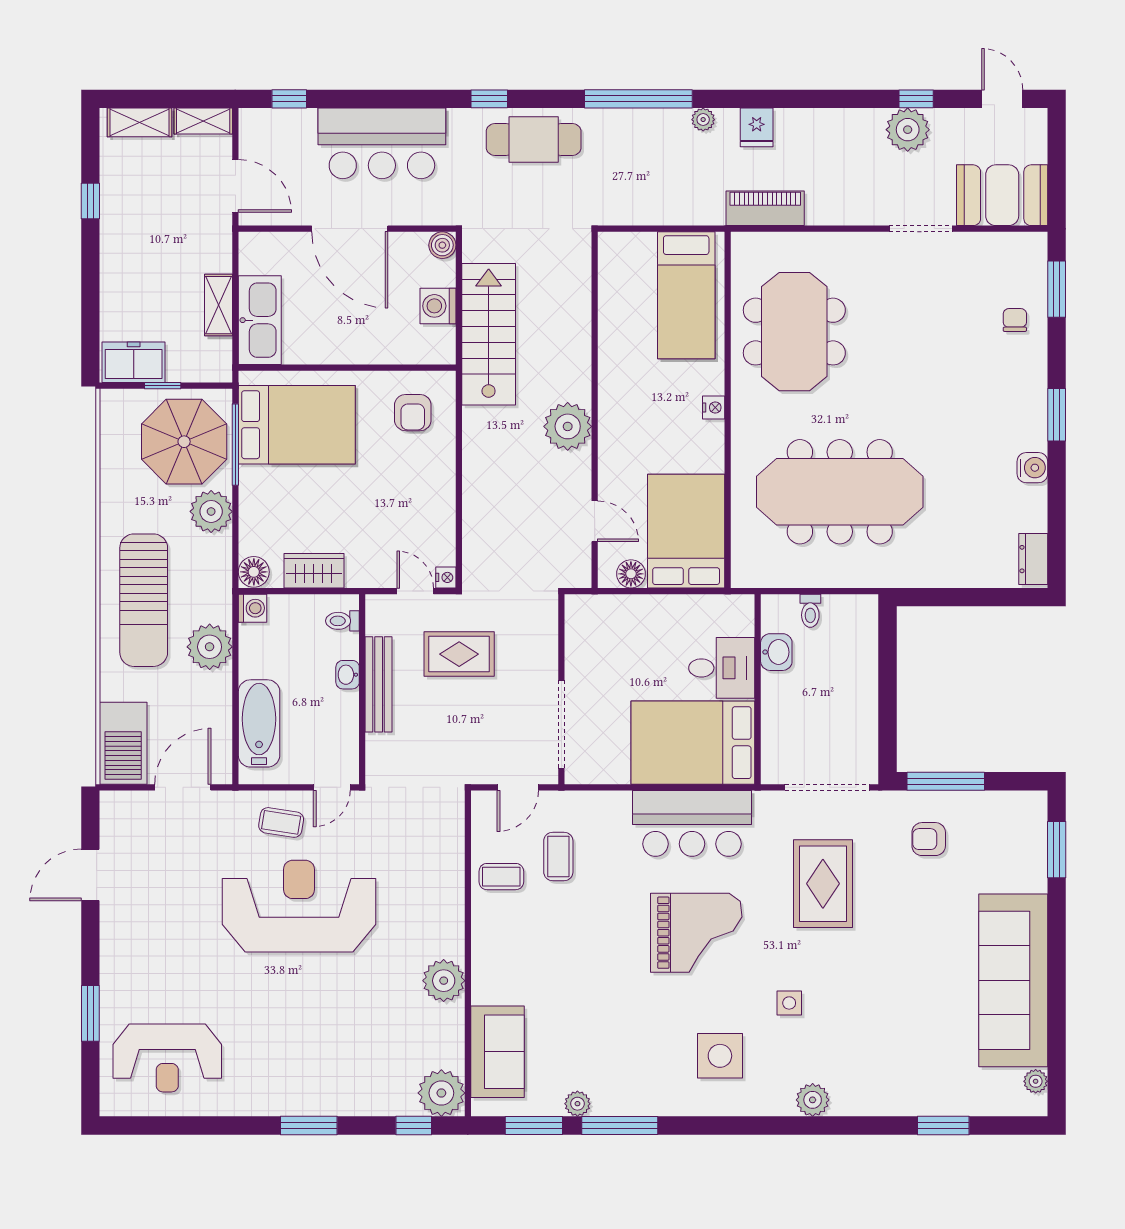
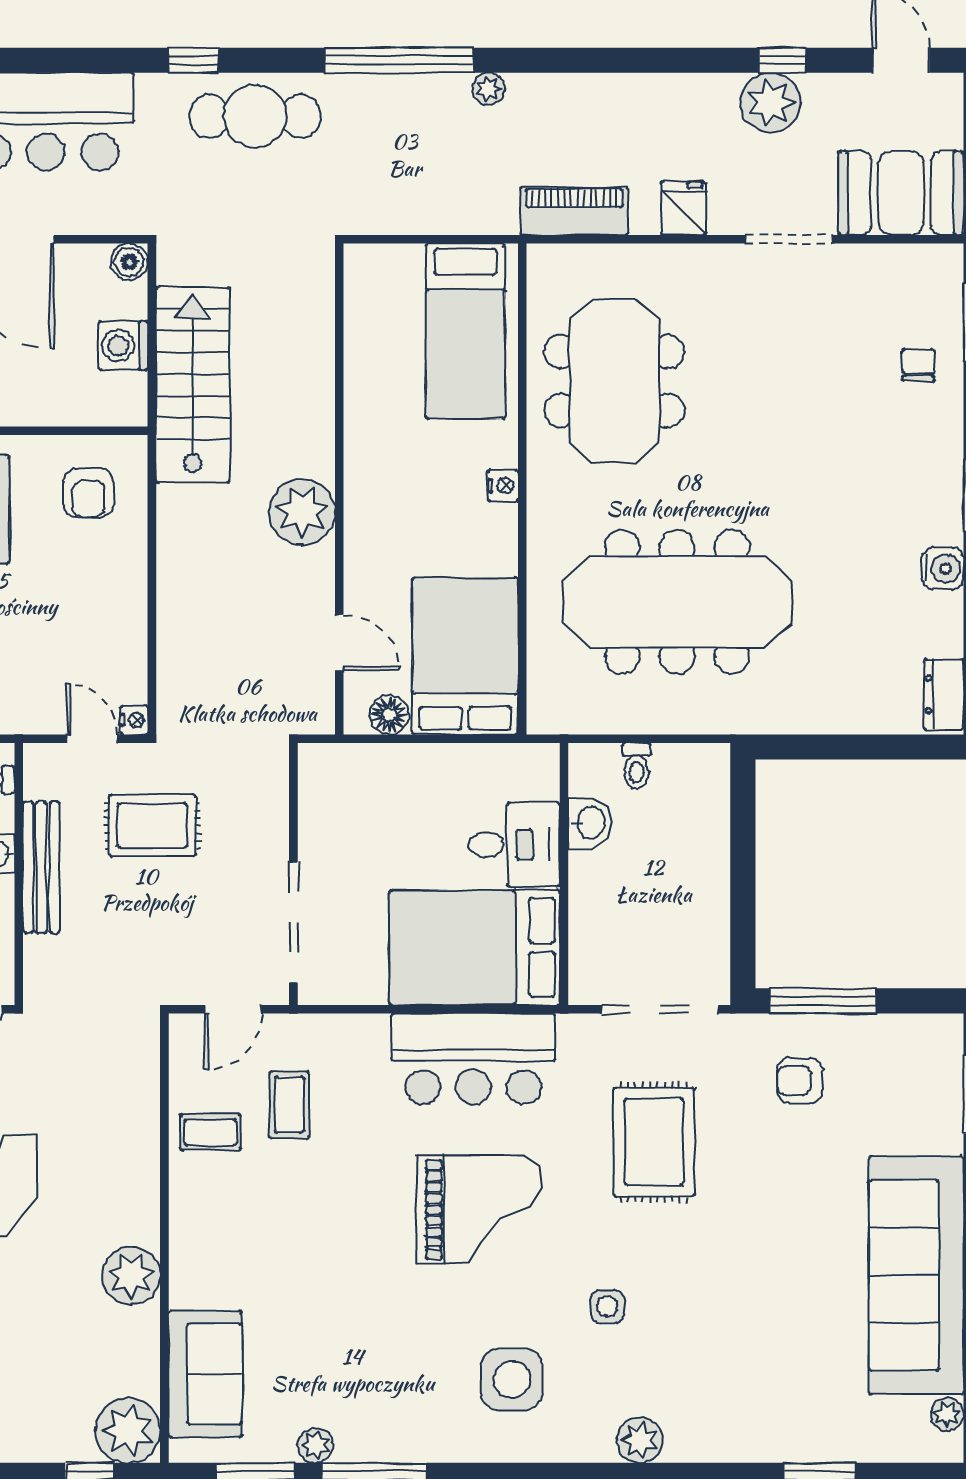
fridge: (757, 127) -> (683, 208), moved, turned 180

